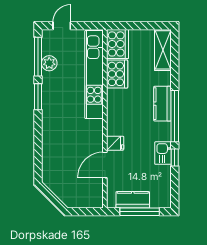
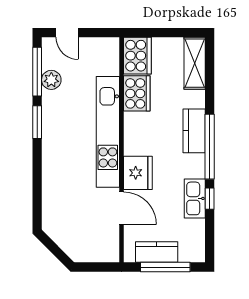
door: (62, 26) -> (67, 33), swing flipped
kitchen unit: (94, 75) -> (108, 132), moved
fridge: (115, 143) -> (138, 173), width x1.88, depth x1.34
kitchen sink: (163, 153) -> (195, 198), width x1.38
door: (105, 165) -> (122, 208), swing flipped

